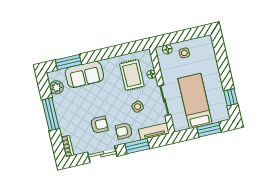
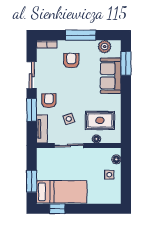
bed: (195, 101) -> (62, 192), moved
armchair: (99, 125) -> (71, 61), moved, turned 180

